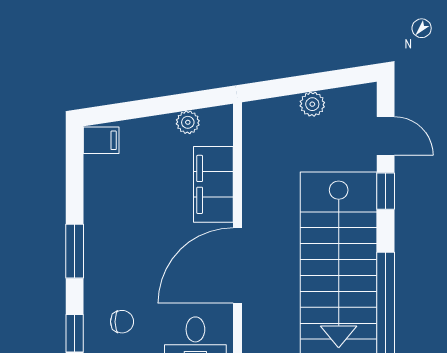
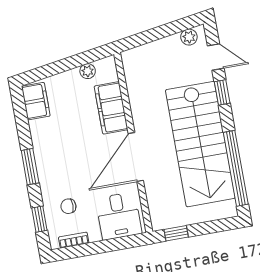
plant: (312, 104) -> (189, 37), moved
filing cabinet: (101, 140) -> (36, 101), width x2.00
chair: (122, 322) -> (68, 206), turned 180

